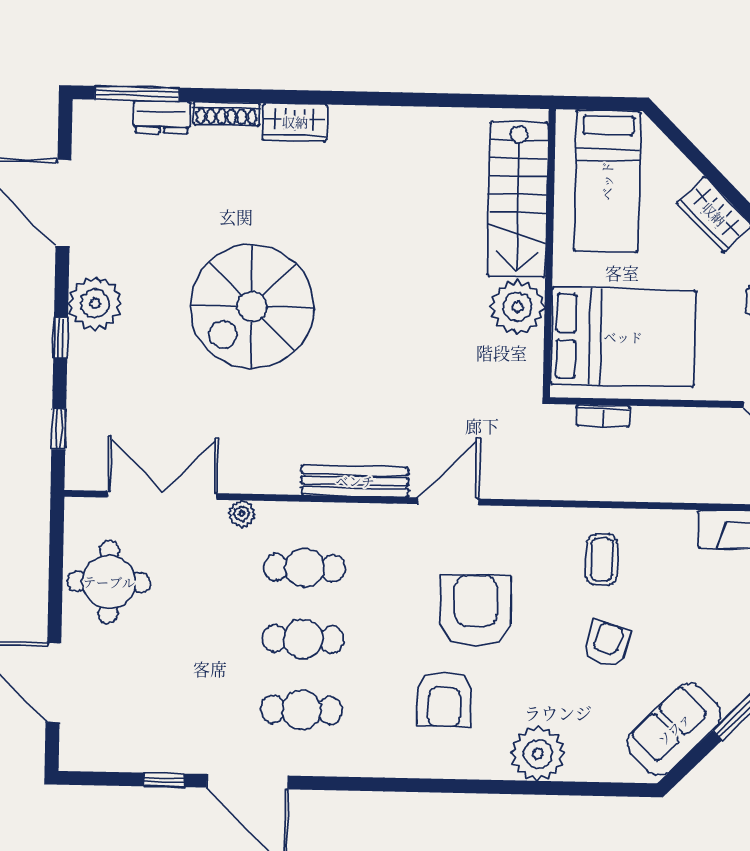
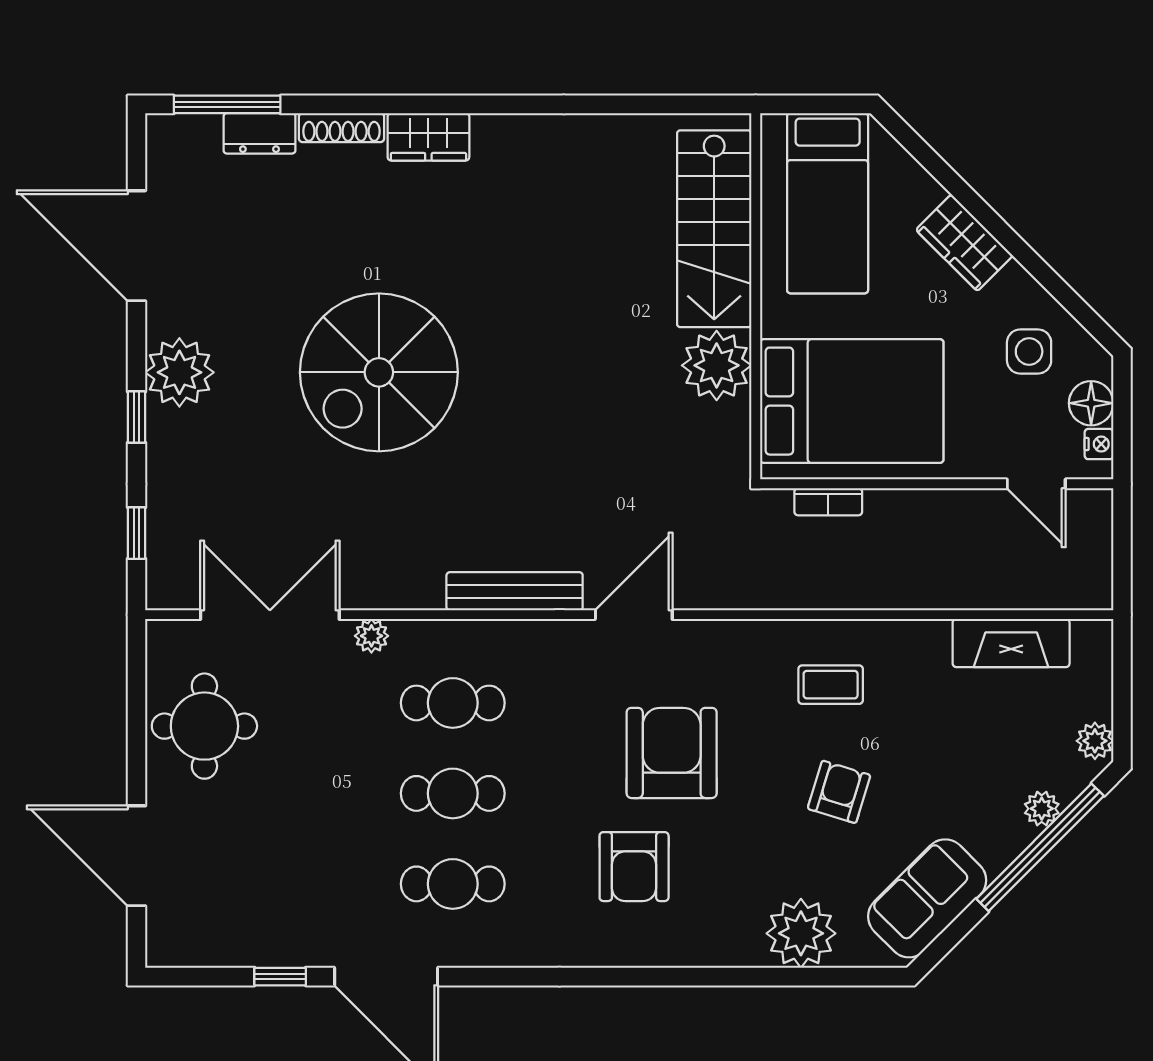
coffee table: (602, 560) -> (831, 685), turned 90
plant: (538, 754) -> (801, 933), moved

